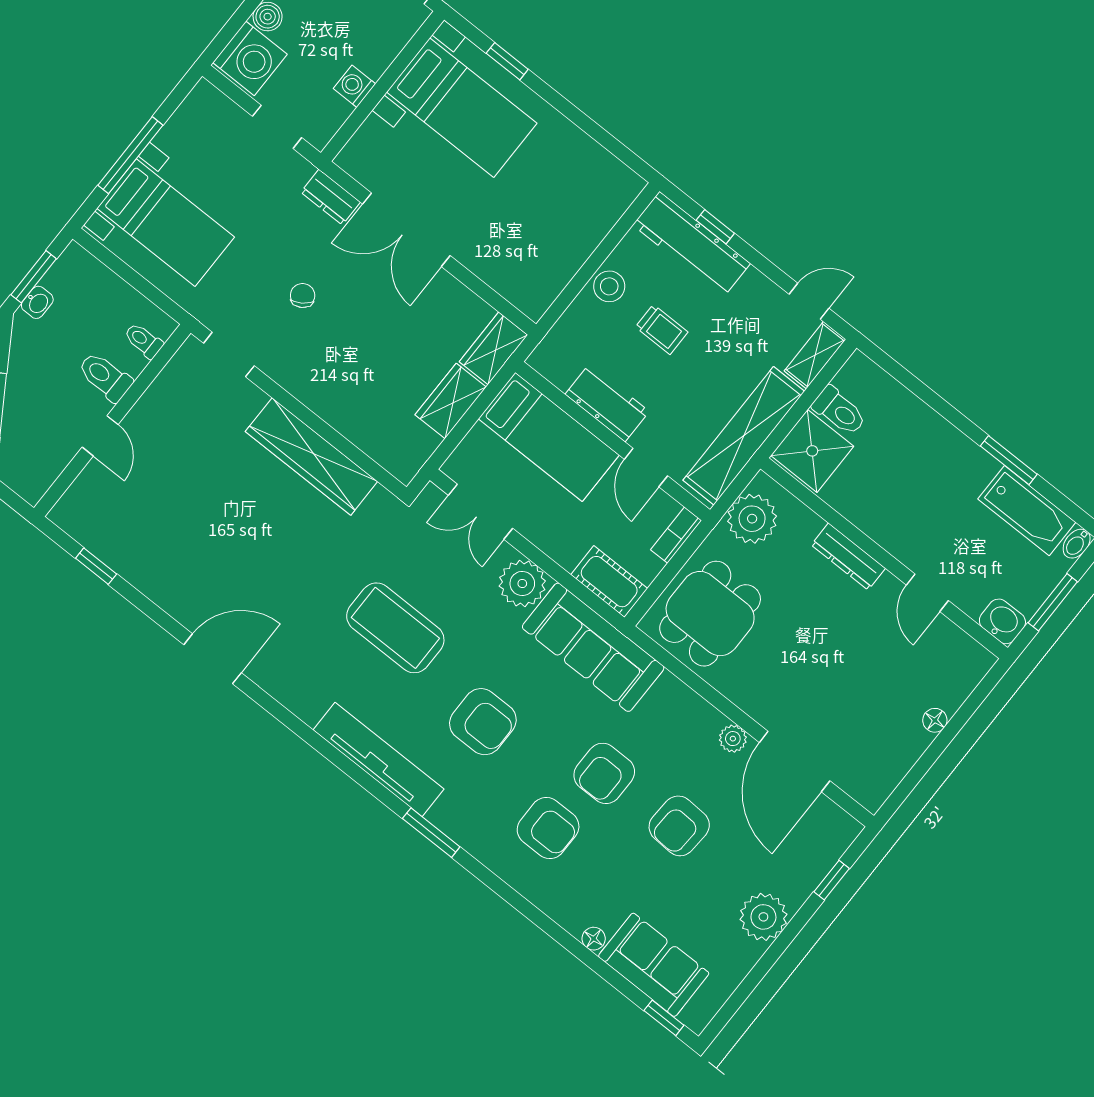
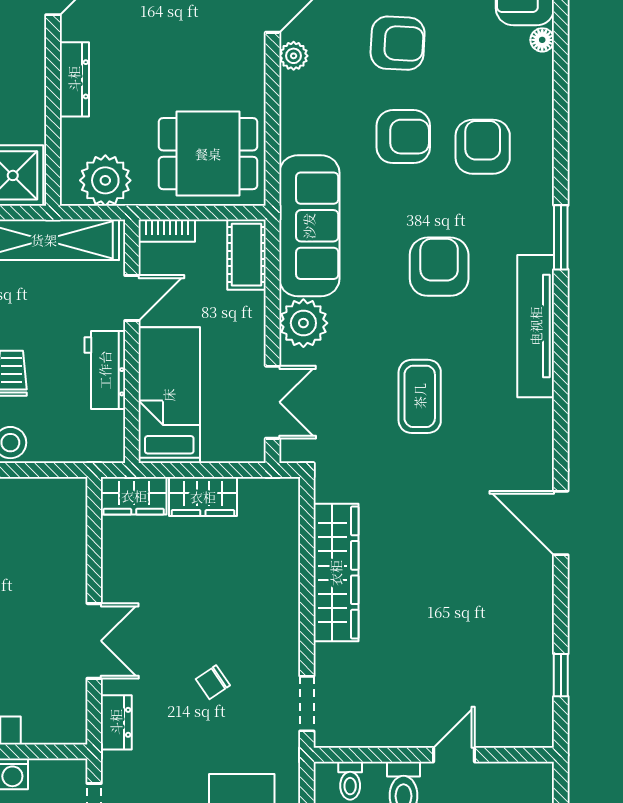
double door: (406, 230) -> (94, 641), width x0.73
coffee table: (395, 628) -> (420, 396), width x0.73, depth x0.76

